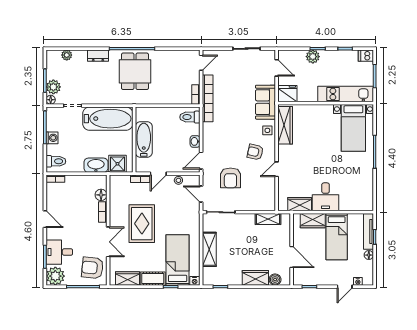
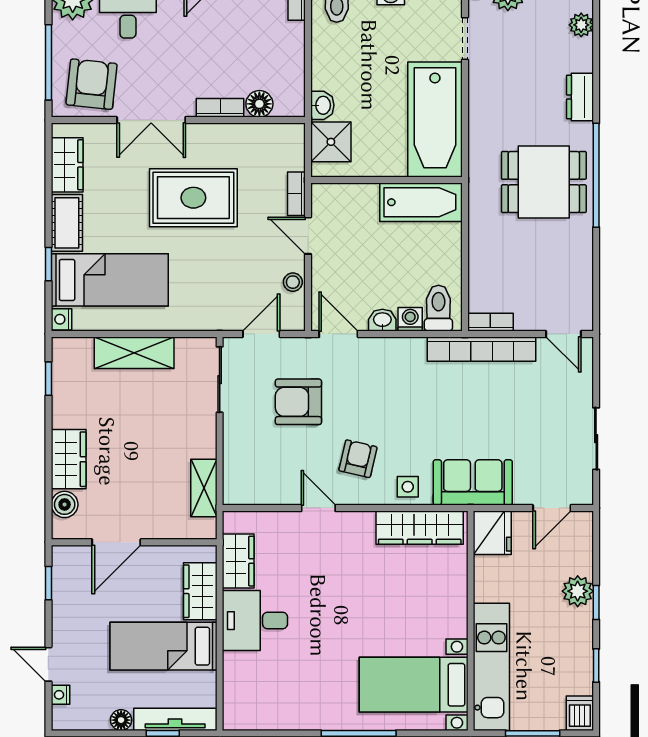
washing machine: (195, 129) -> (410, 319), added
bathtub: (144, 139) -> (421, 202), moved
washbasin: (96, 165) -> (322, 105), width x0.52, depth x0.69

